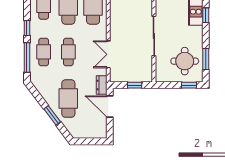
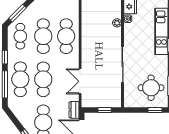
cafe table: (44, 52) -> (20, 79), width x1.37, depth x1.35
cafe table: (68, 52) -> (43, 79), width x1.37, depth x1.35

